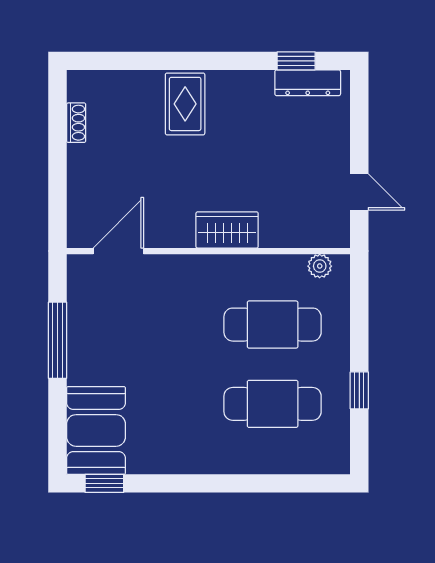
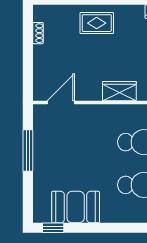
rug: (185, 104) -> (97, 23), turned 90
booth: (96, 430) -> (76, 207), moved, turned 90

